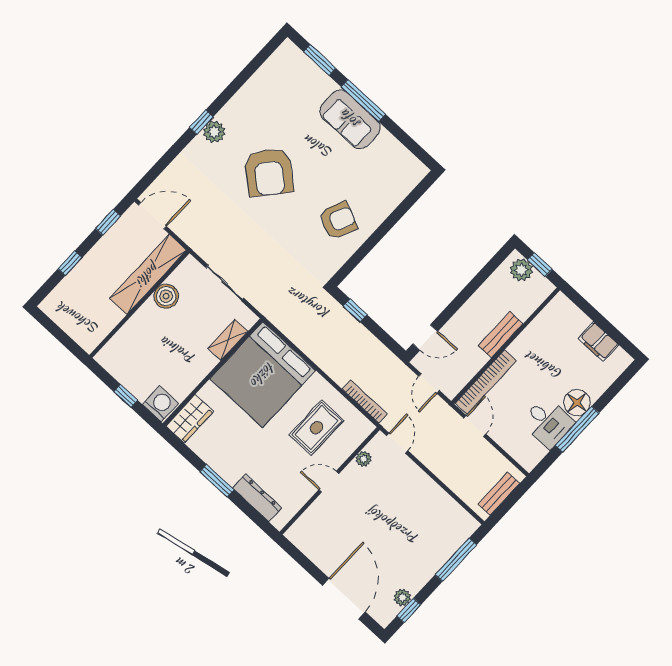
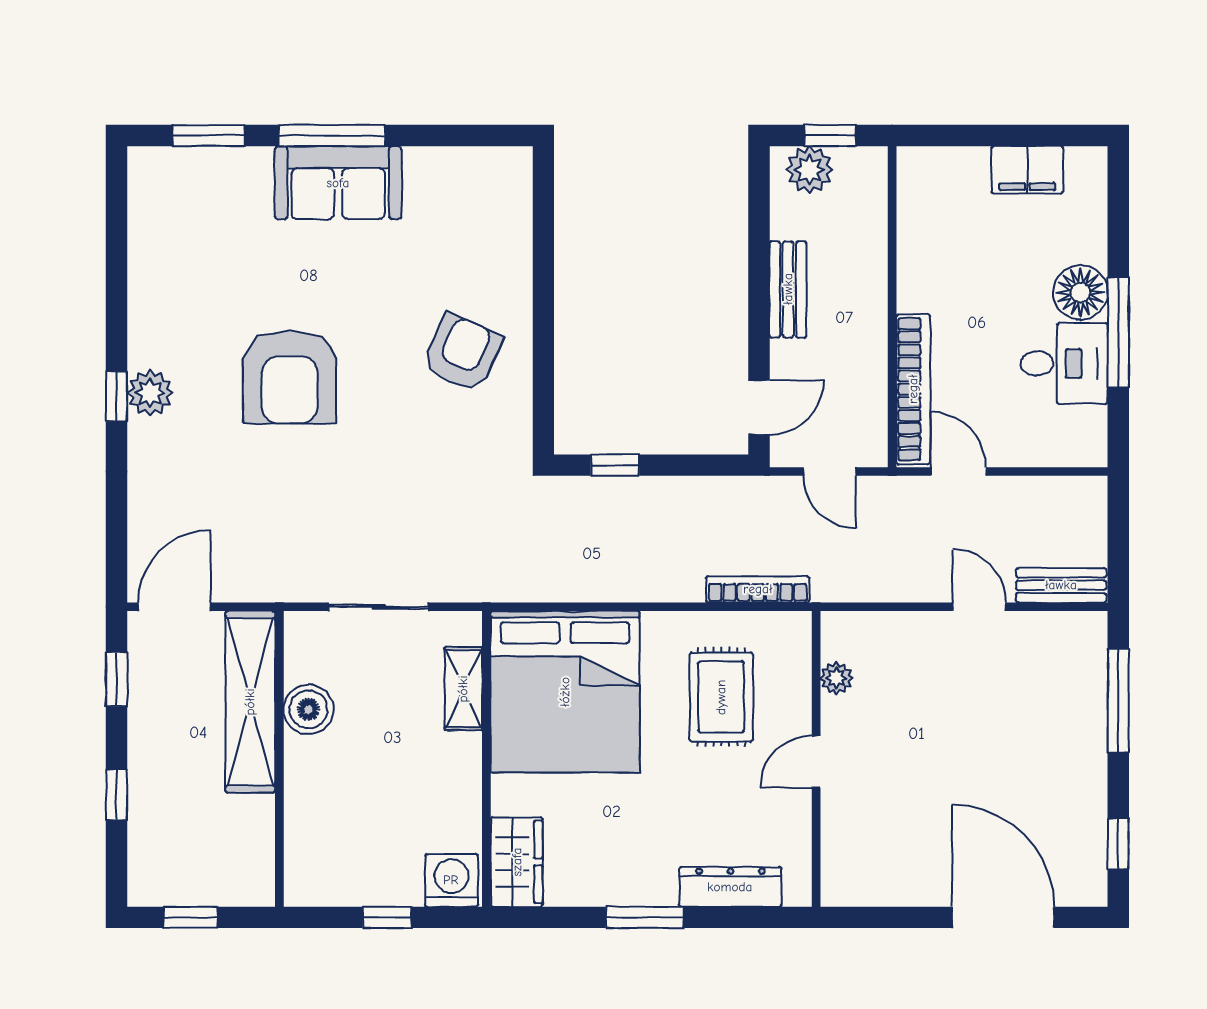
armchair: (269, 172) -> (290, 377), turned 50
window: (56, 331) -> (191, 917), added
bench: (501, 335) -> (788, 289), moved
door: (397, 443) -> (979, 607), moved
bench: (499, 494) -> (1061, 585), moved, turned 90
plant: (402, 597) -> (1090, 833), removed

